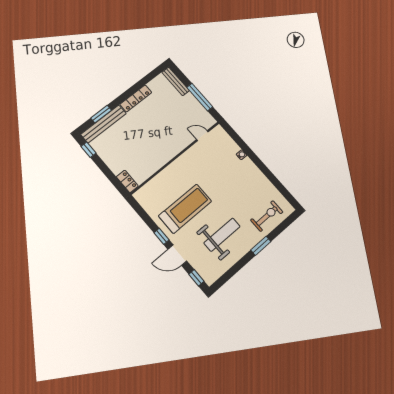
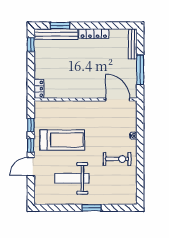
door: (202, 136) -> (118, 99), width x1.88
exercise bike: (267, 216) -> (117, 159), moved
weight bench: (222, 235) -> (72, 178), turned 180
door: (177, 255) -> (31, 167), hinge flipped
window: (196, 278) -> (31, 125), moved

